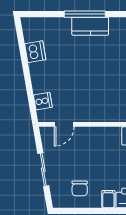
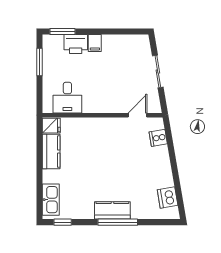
dishwasher: (35, 52) -> (168, 198), moved
chair: (80, 188) -> (123, 53), removed

